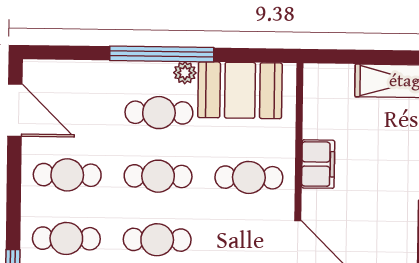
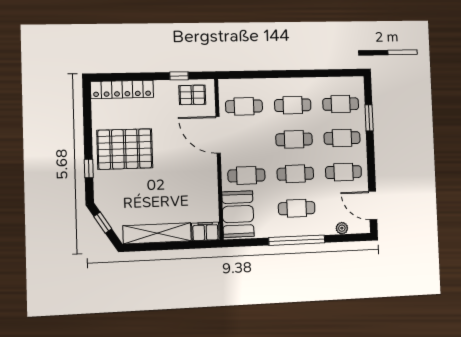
plant: (185, 73) -> (342, 228), moved
booth: (240, 90) -> (238, 214), moved, turned 90
filing cabinet: (318, 164) -> (205, 231), moved, turned 90

